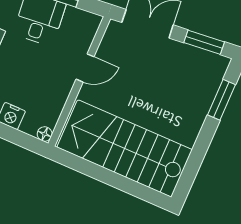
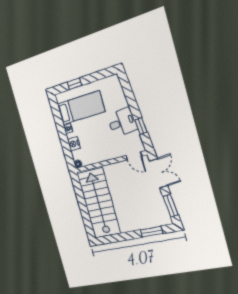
door: (85, 68) -> (134, 156), moved

